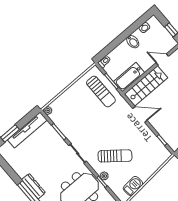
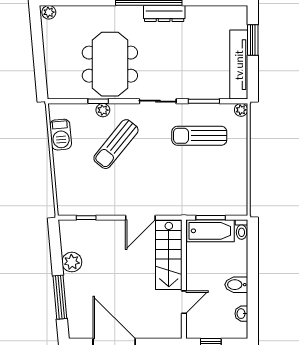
bathtub: (129, 77) -> (210, 231), moved, turned 90
sun lounger: (101, 92) -> (199, 136), moved

